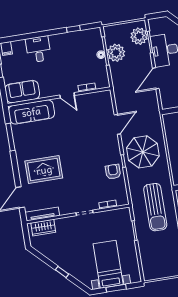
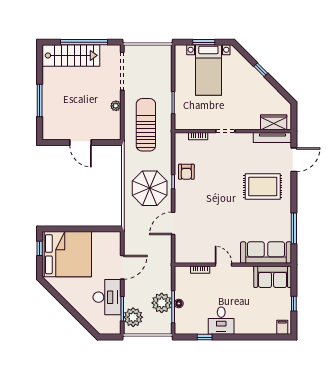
desk: (38, 49) -> (221, 321), moved

